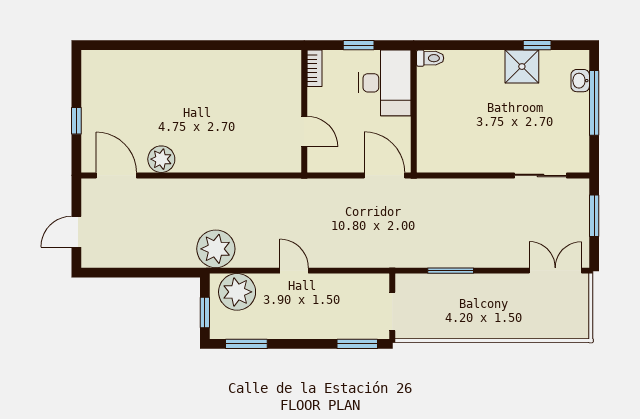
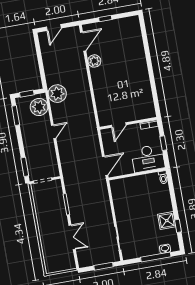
door: (76, 232) -> (54, 28), swing flipped
double door: (555, 271) -> (72, 237), moved

